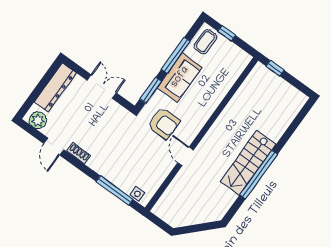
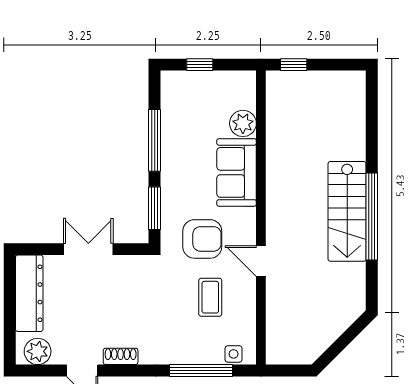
coffee table: (205, 42) -> (210, 297), moved
sofa: (180, 77) -> (237, 172), moved, turned 180
plant: (227, 79) -> (243, 123), added

